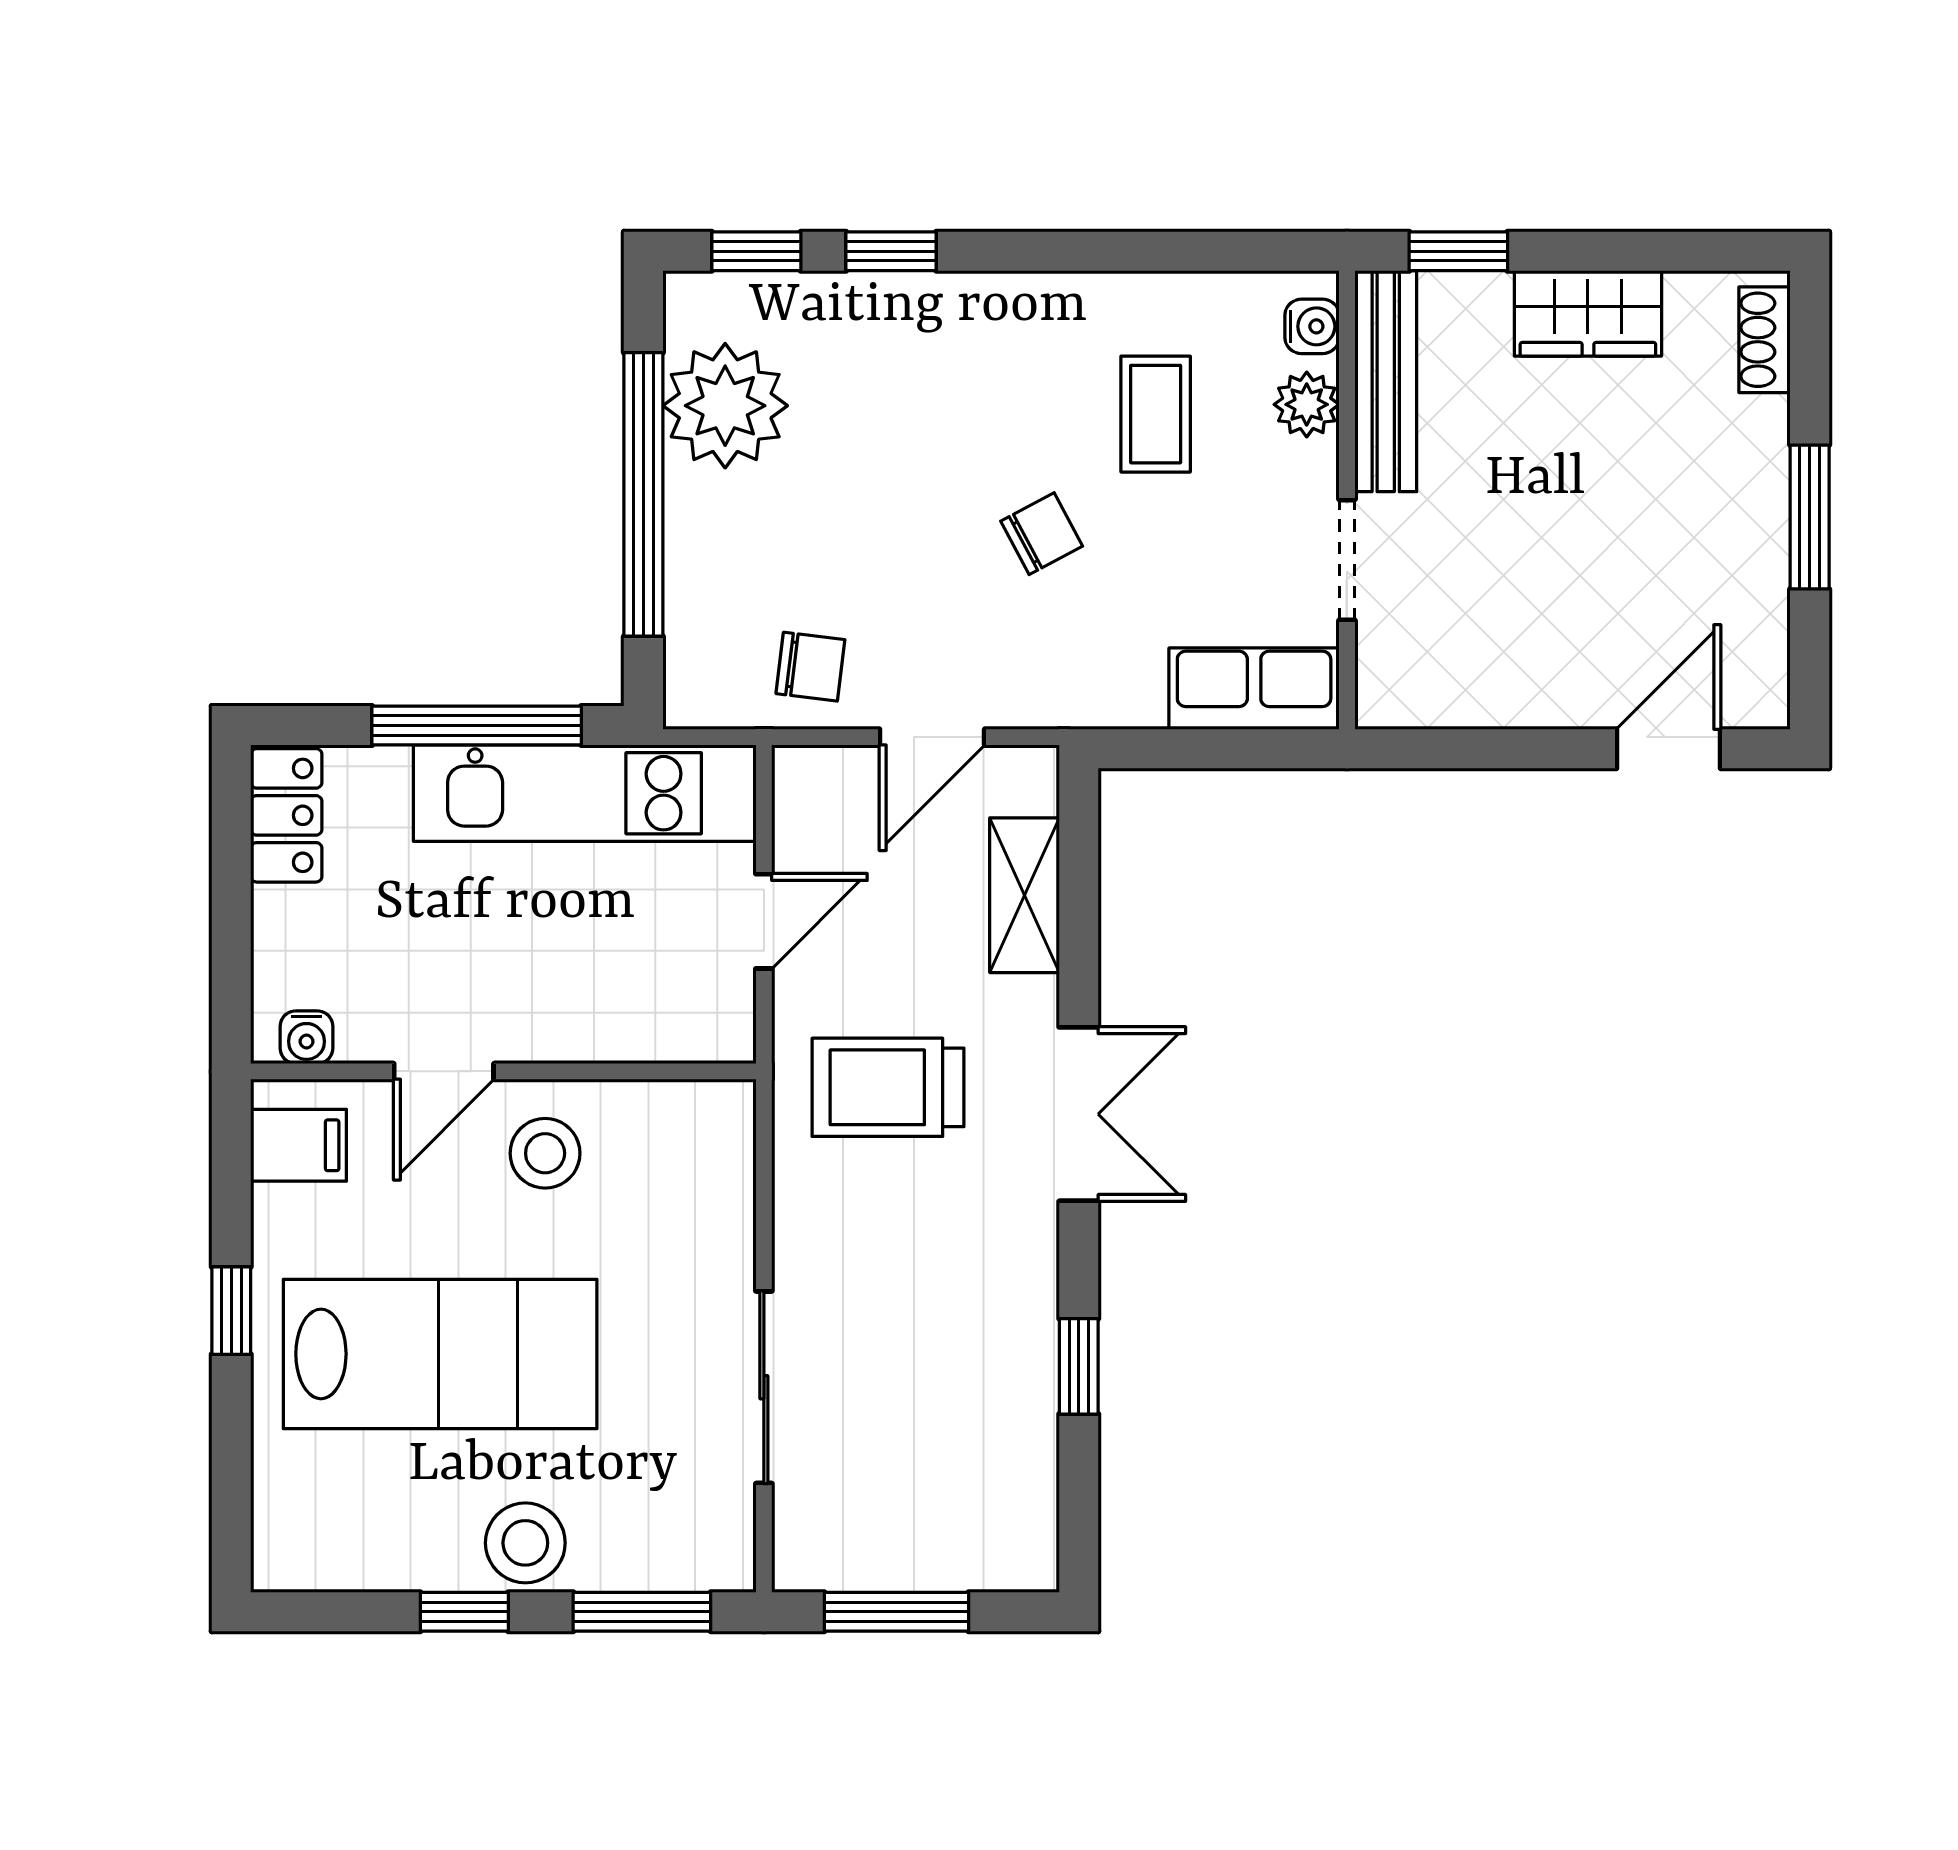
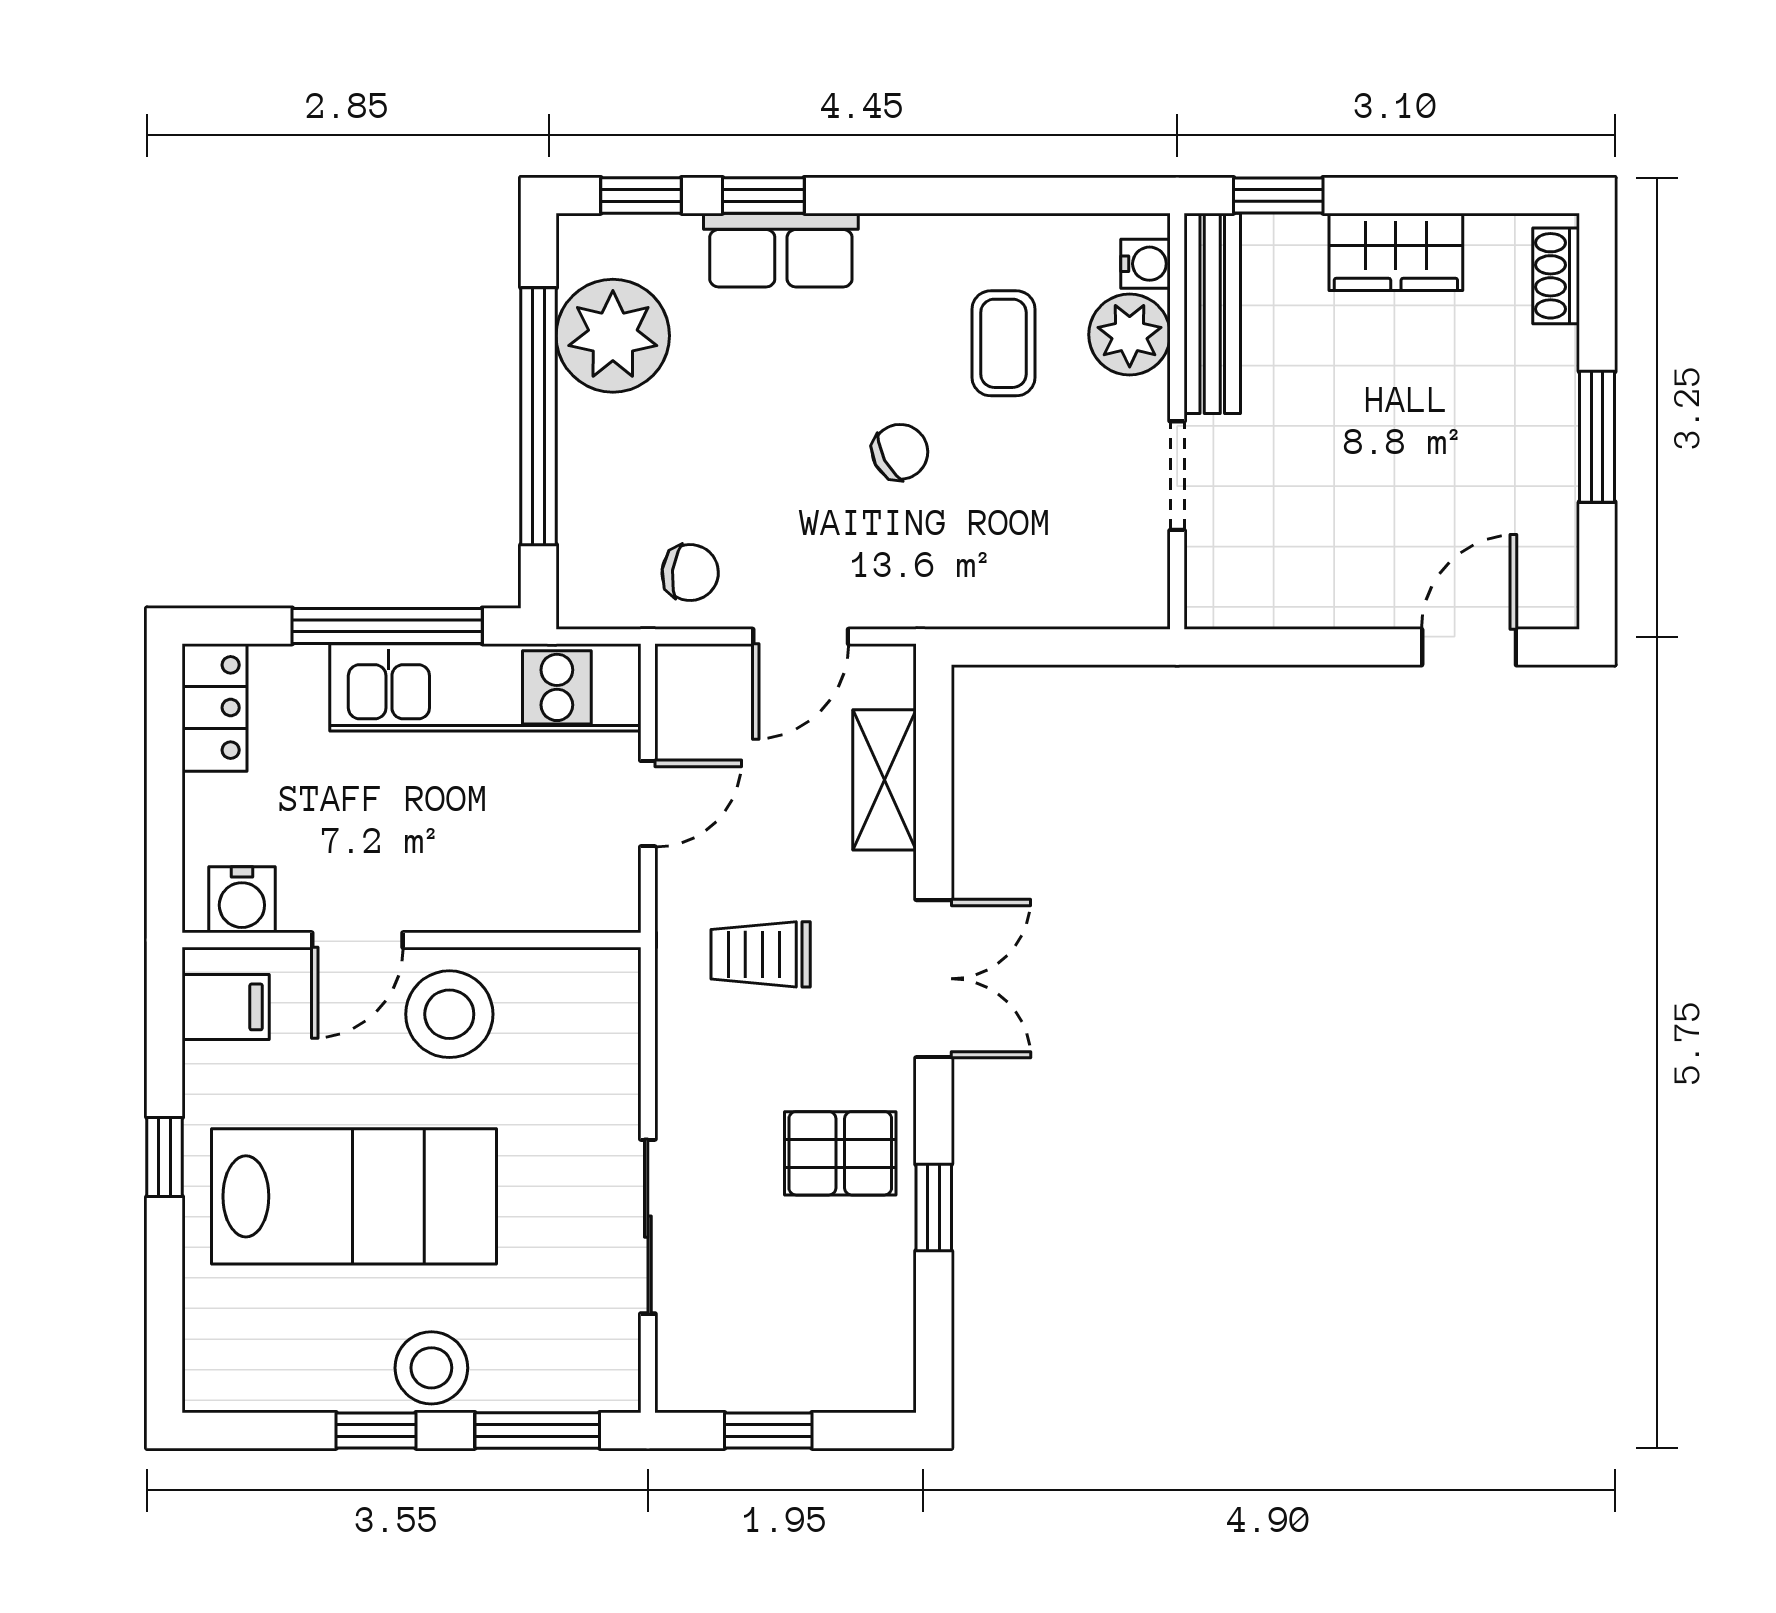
plant: (1307, 404) -> (1130, 335), width x1.38, depth x1.38
row of seats: (1254, 689) -> (781, 250), moved, turned 180
water cooler: (307, 1037) -> (242, 900), width x1.38, depth x1.38
trolley: (888, 1087) -> (761, 954), width x0.73, depth x0.72
stool: (545, 1153) -> (449, 1014), width x1.38, depth x1.38
pallet: (976, 1307) -> (840, 1153), added
window: (896, 1612) -> (768, 1430), width x0.67

